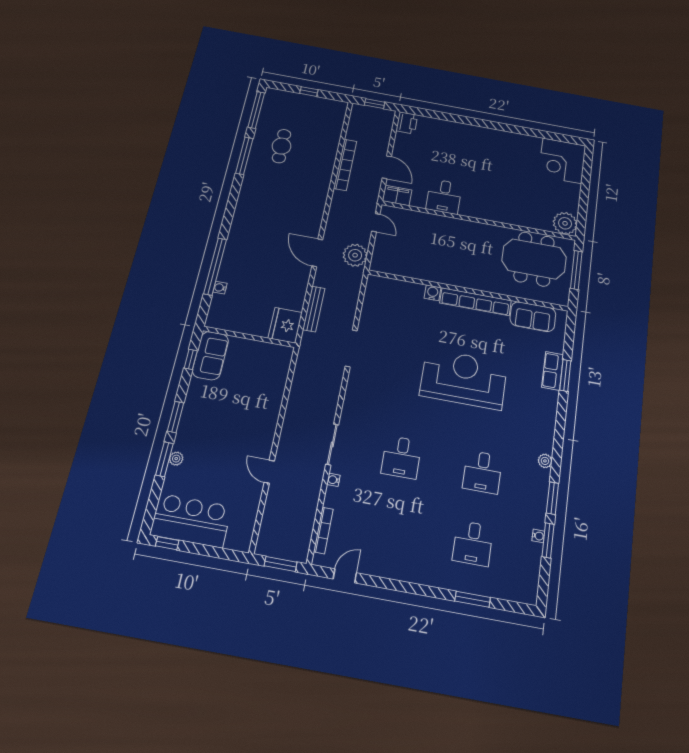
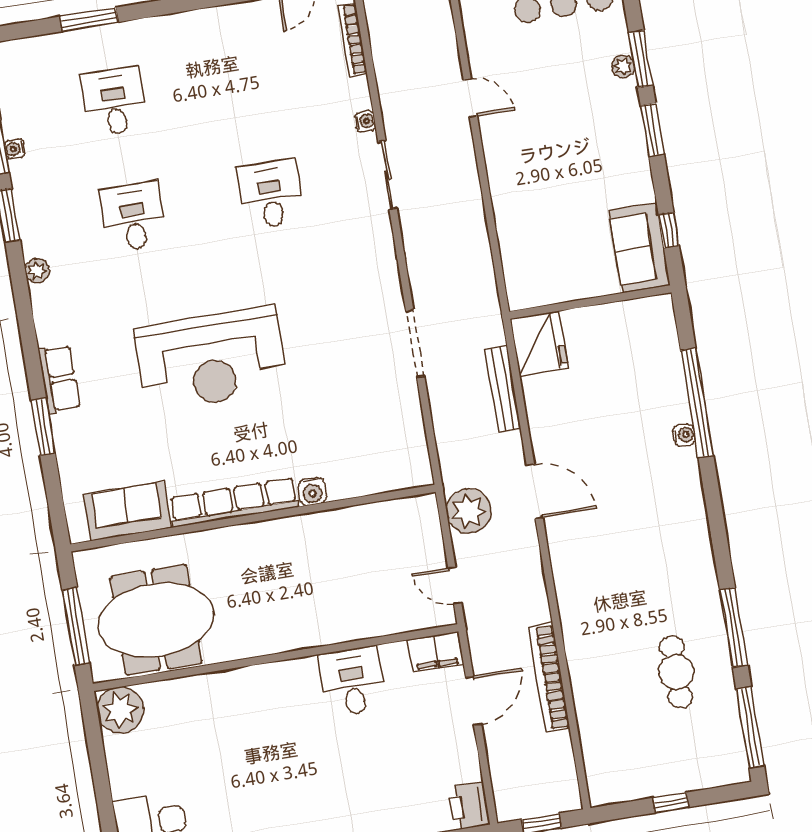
door: (387, 167) -> (474, 701), swing flipped
water cooler: (220, 288) -> (684, 435), moved
row of seats: (553, 371) -> (59, 379), moved

